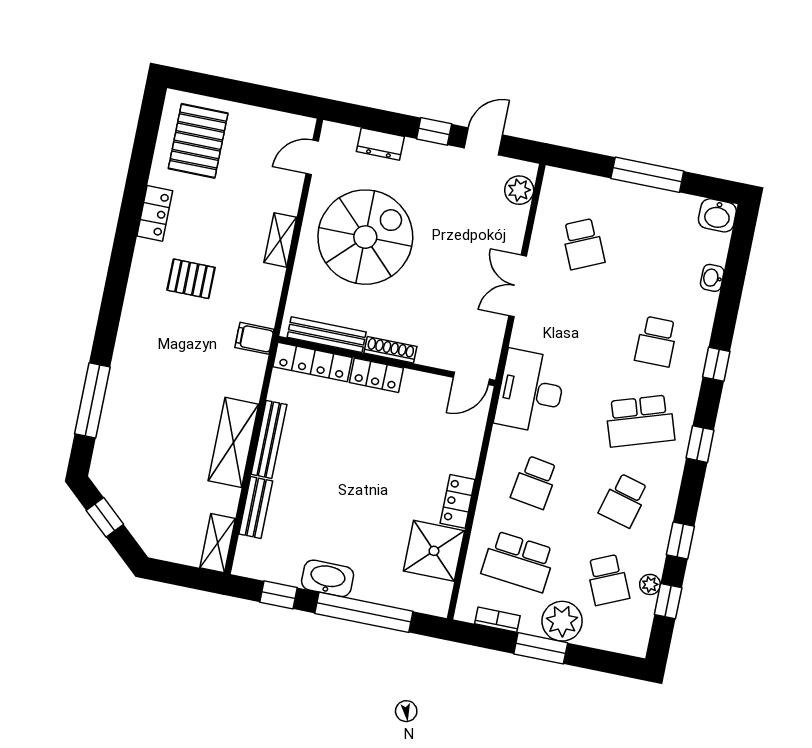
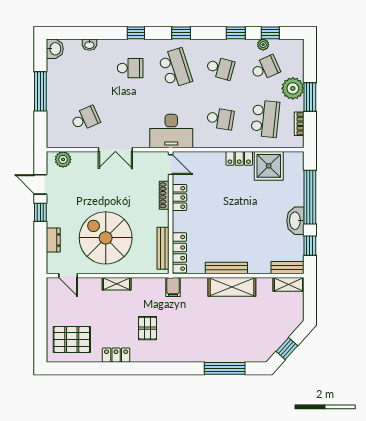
shoe rack: (390, 350) -> (164, 195), moved
locker: (376, 375) -> (180, 198), moved
bench: (256, 508) -> (288, 268), moved

